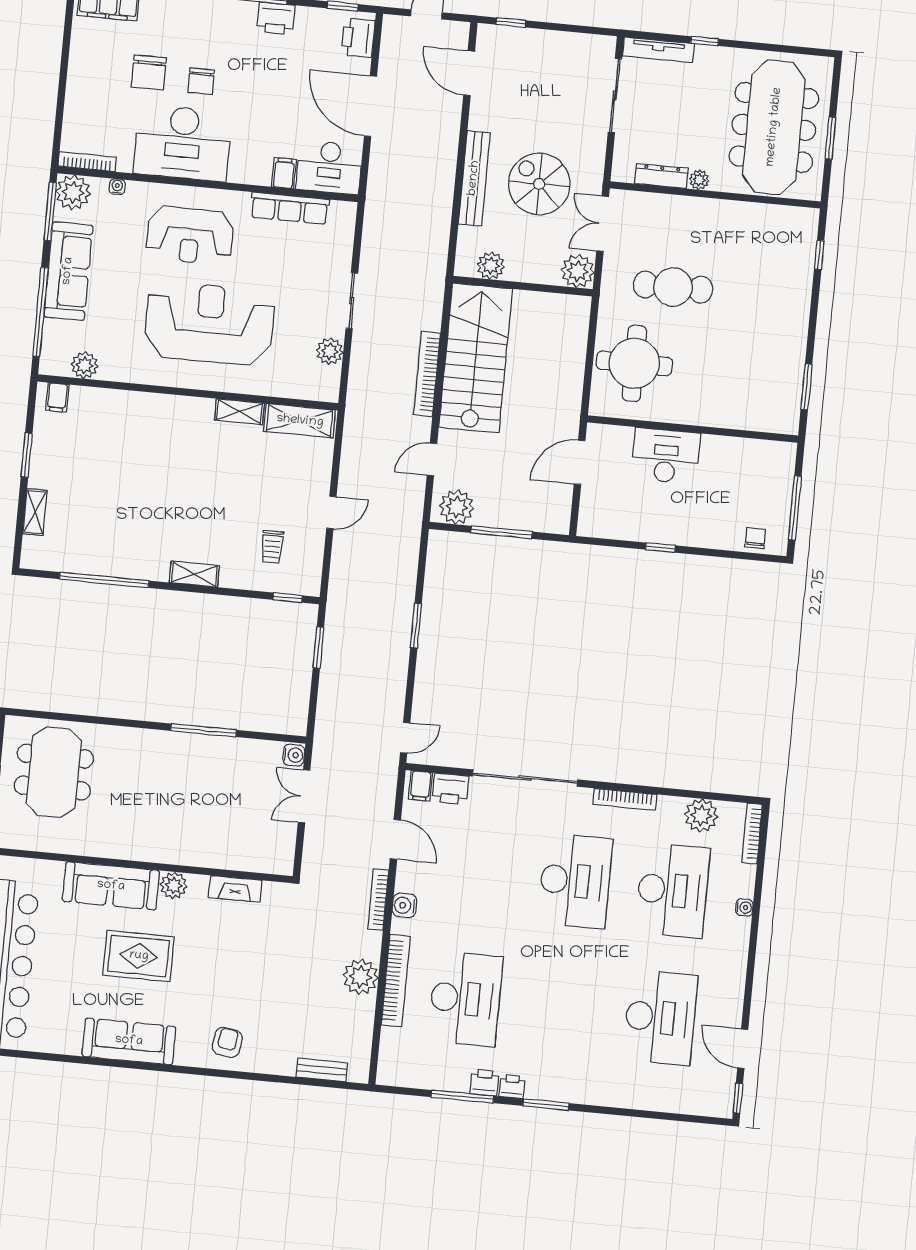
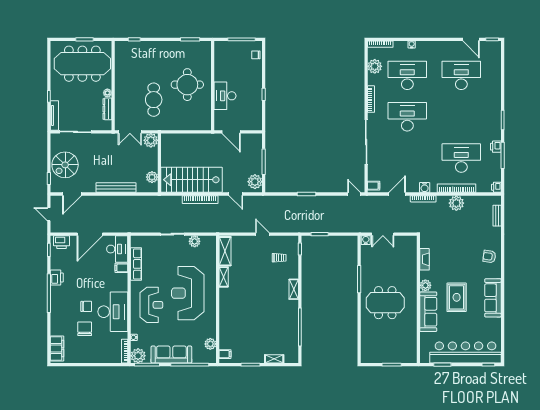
chair: (149, 73) -> (85, 329), turned -90
spiral stairs: (539, 184) -> (65, 165), moved
round table: (634, 363) -> (187, 85), moved
meeting table: (54, 772) -> (385, 303), moved
printer: (450, 789) -> (374, 173), removed
door: (743, 1049) -> (471, 39), hinge flipped
printer: (512, 1087) -> (496, 187), moved

